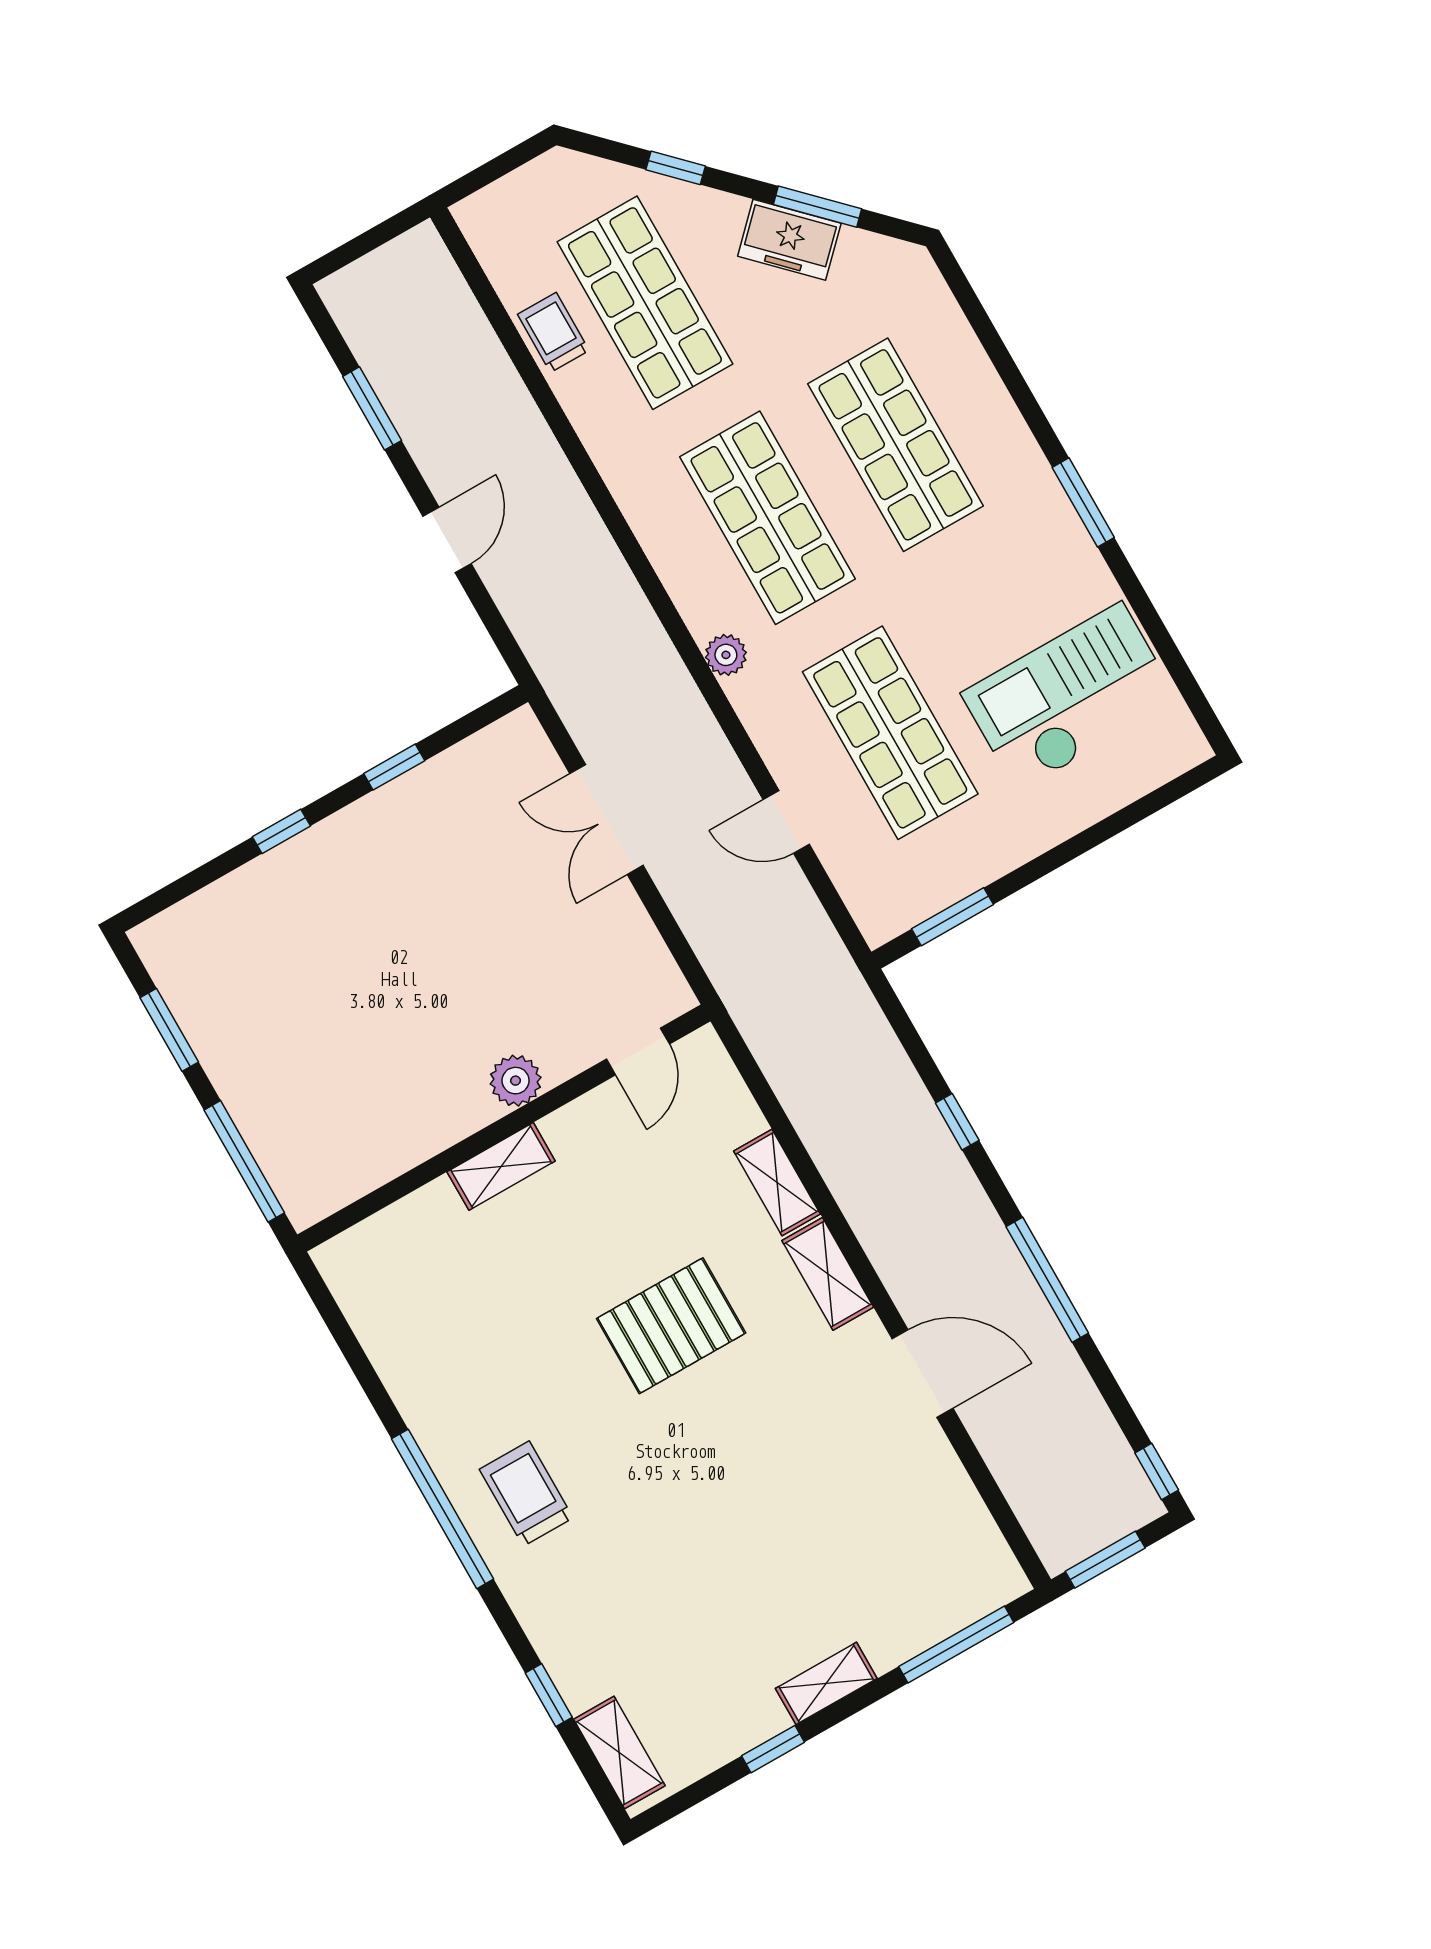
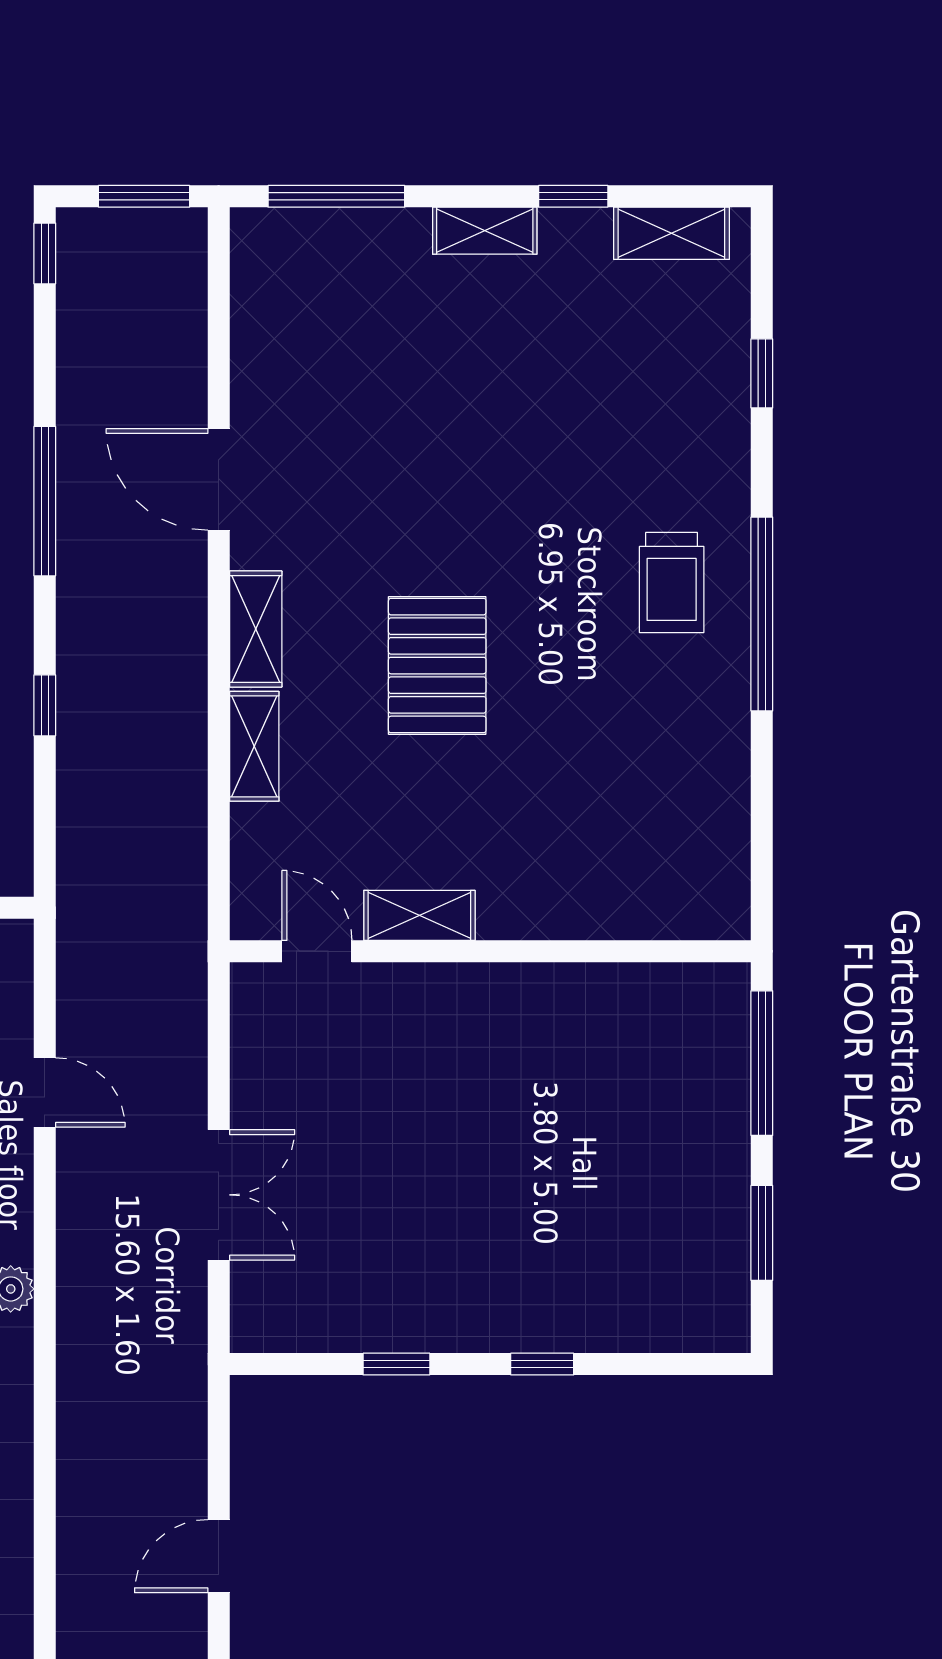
door: (638, 1052) -> (317, 951), hinge flipped
plant: (516, 1081) -> (452, 991), removed
shelving: (501, 1166) -> (419, 915), moved
pallet: (671, 1326) -> (437, 666), turned 90
shelving: (619, 1752) -> (671, 233), moved, turned 90

